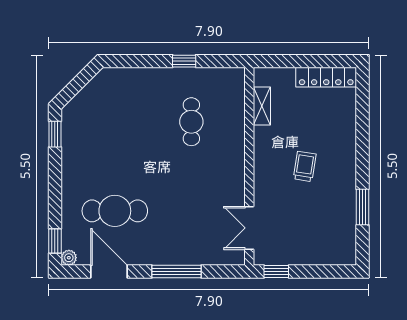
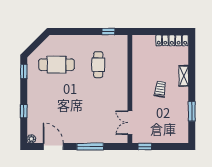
window: (184, 61) -> (108, 32), moved
shelving: (262, 106) -> (184, 76), moved
cafe table: (115, 211) -> (56, 65), moved
window: (55, 241) -> (24, 111), moved

